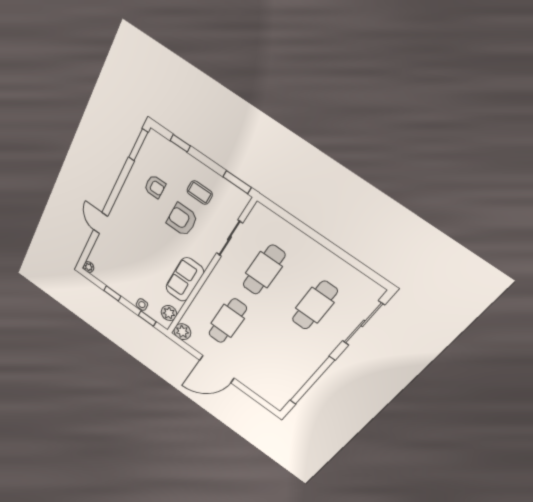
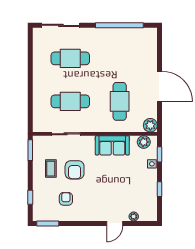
plant: (89, 267) -> (134, 216), moved
cafe table: (228, 321) -> (120, 101), turned 90

